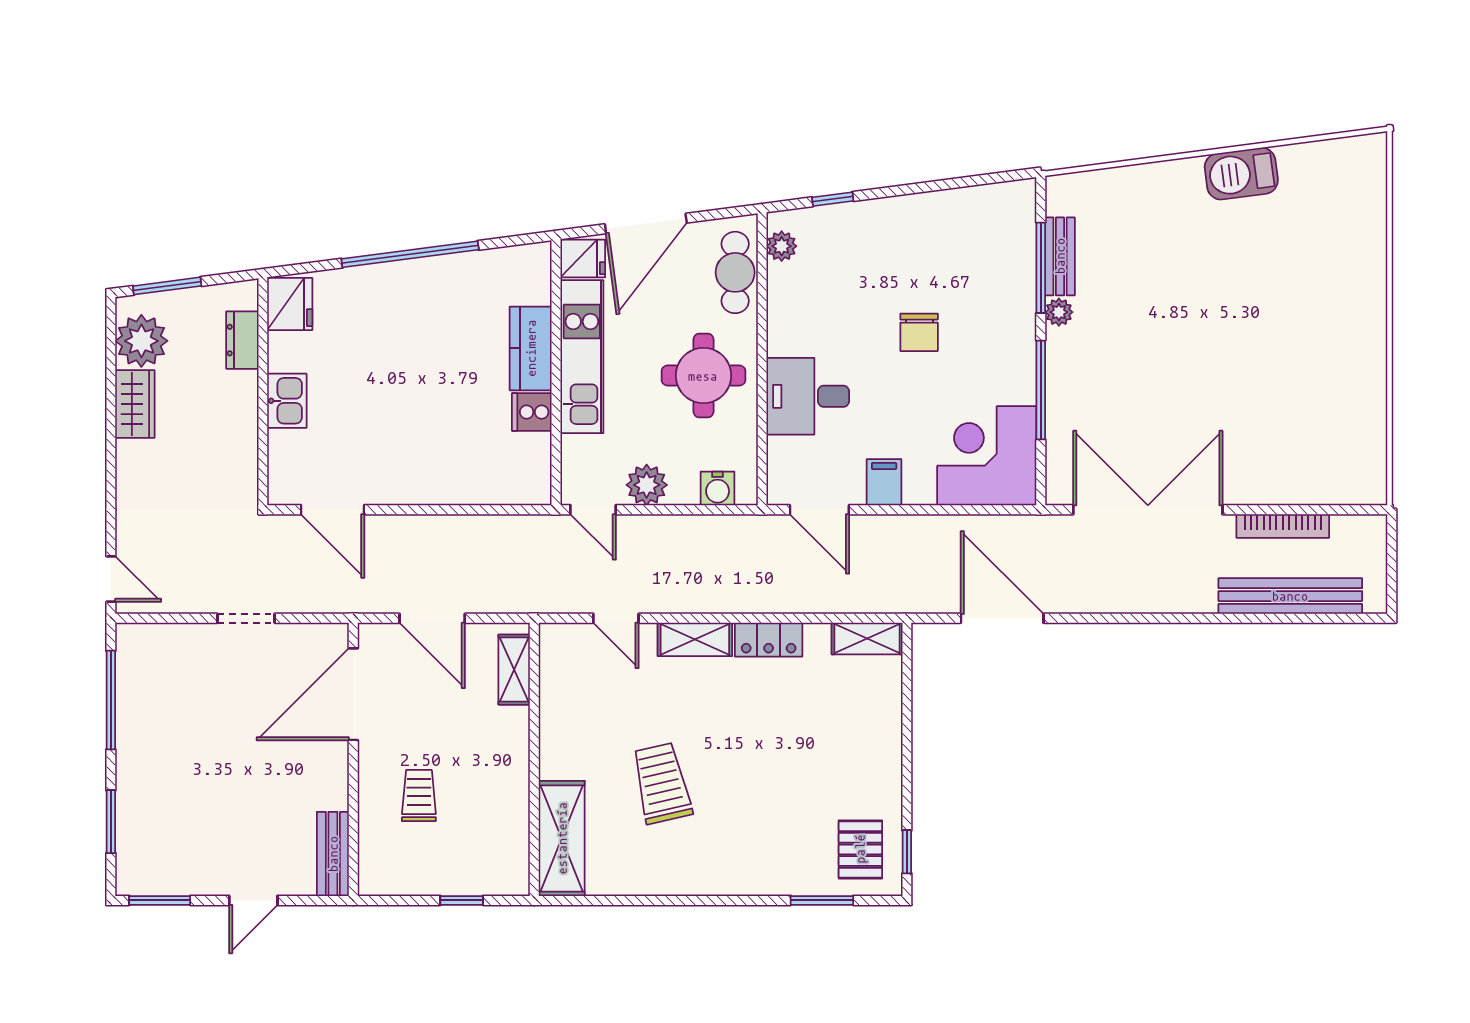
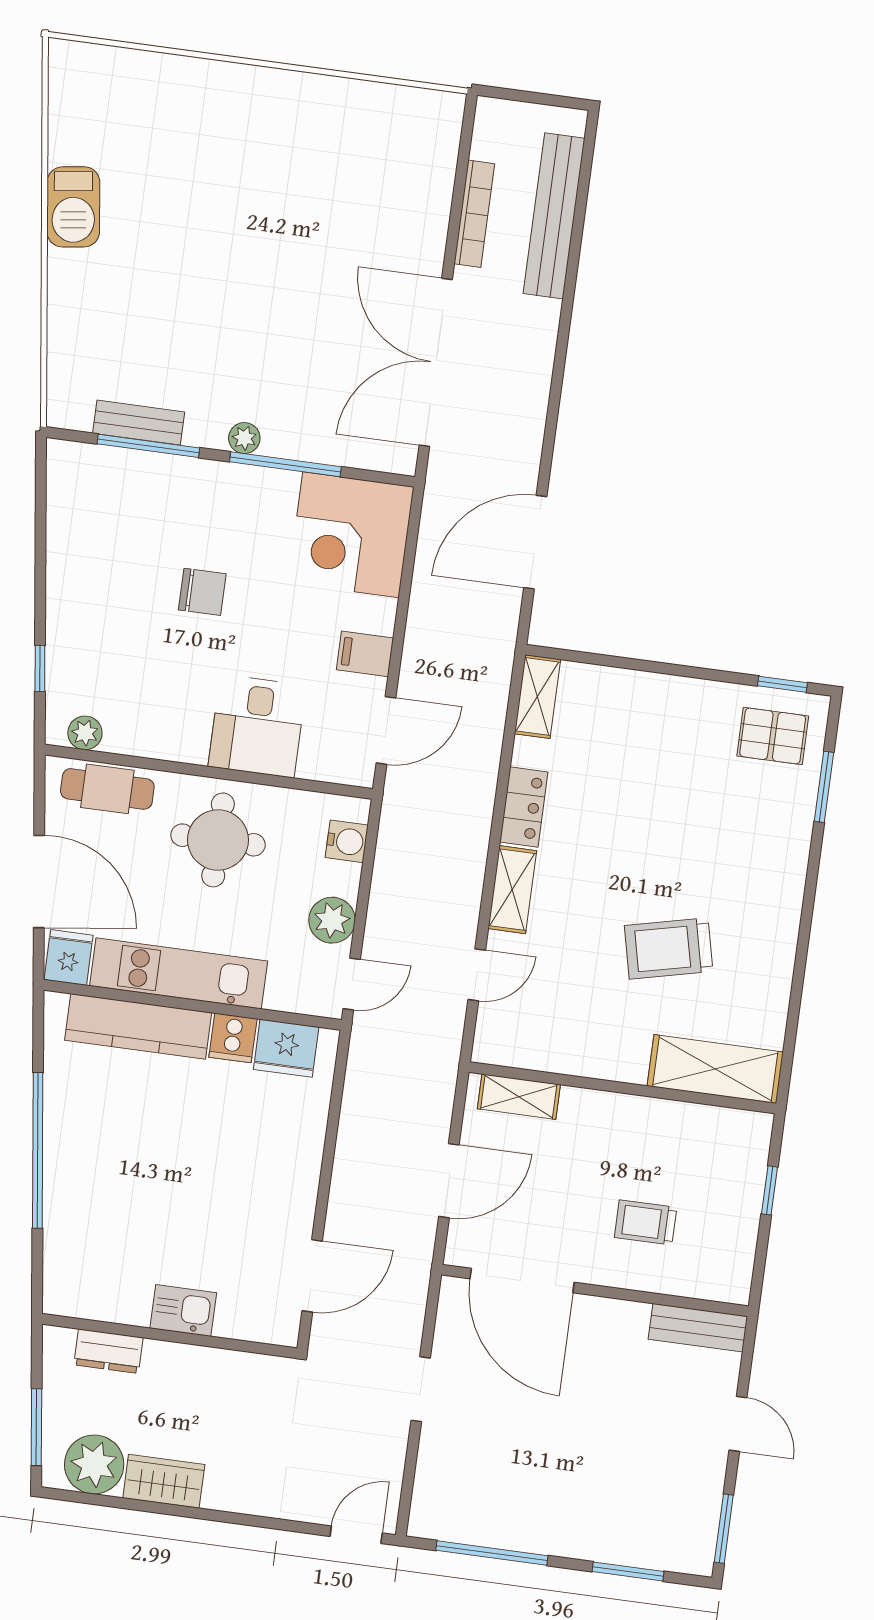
fridge: (290, 304) -> (286, 1048), moved, turned 180
plant: (1059, 312) -> (244, 438), moved
kitchen counter: (531, 348) -> (138, 1026), width x1.50

